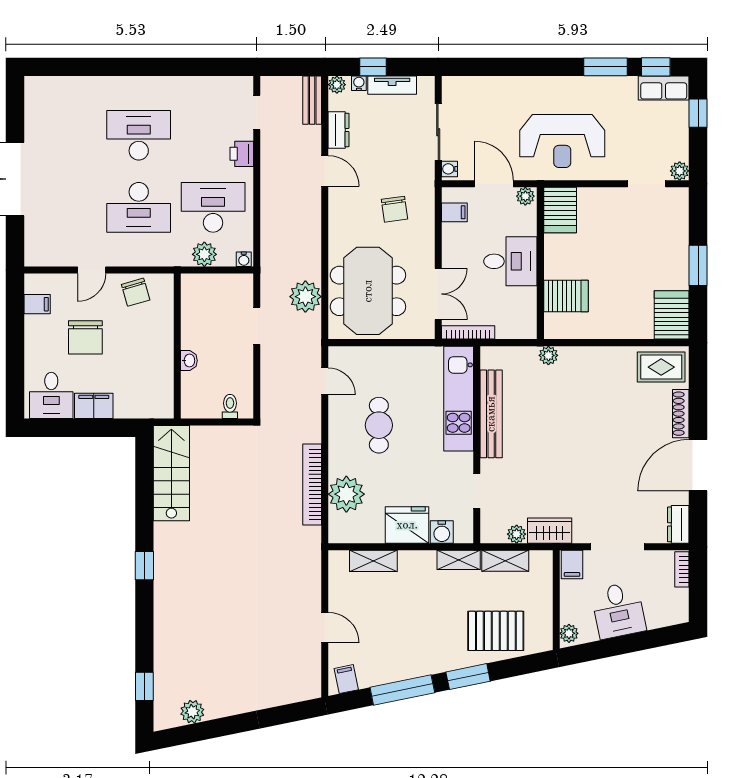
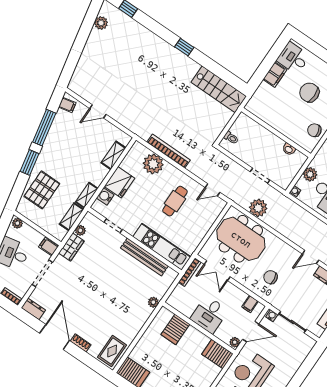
washbasin: (189, 361) -> (289, 149), moved
shoe rack: (681, 414) -> (81, 343), width x0.70
cafe table: (379, 425) -> (175, 201), turned 90

